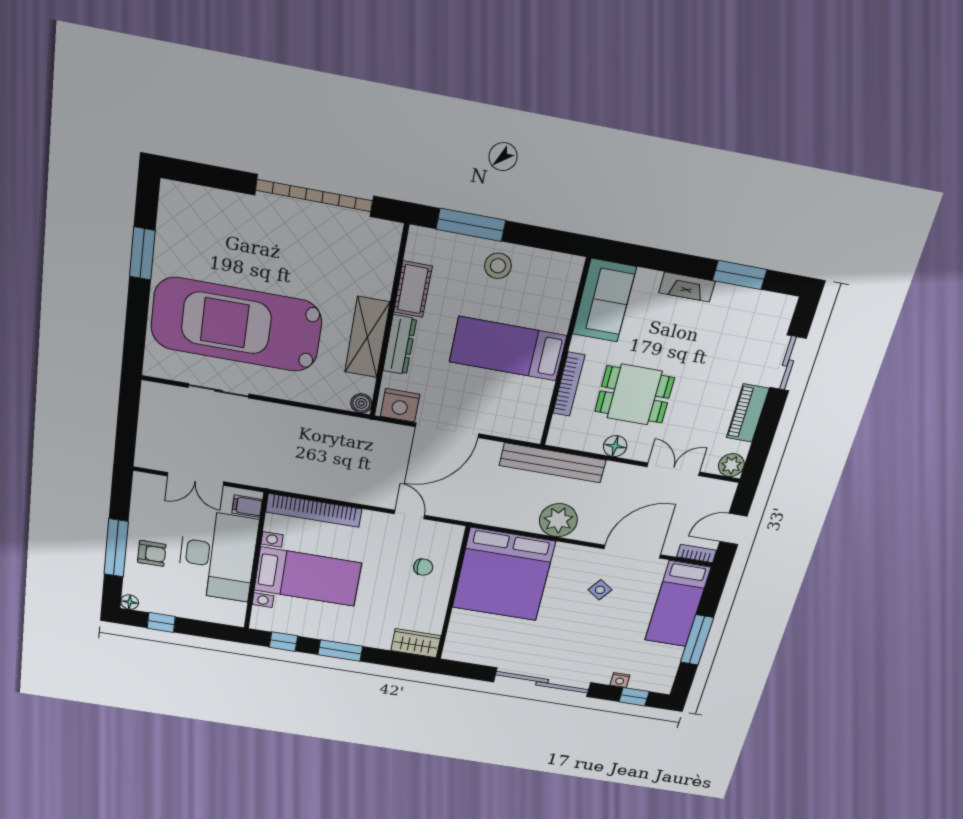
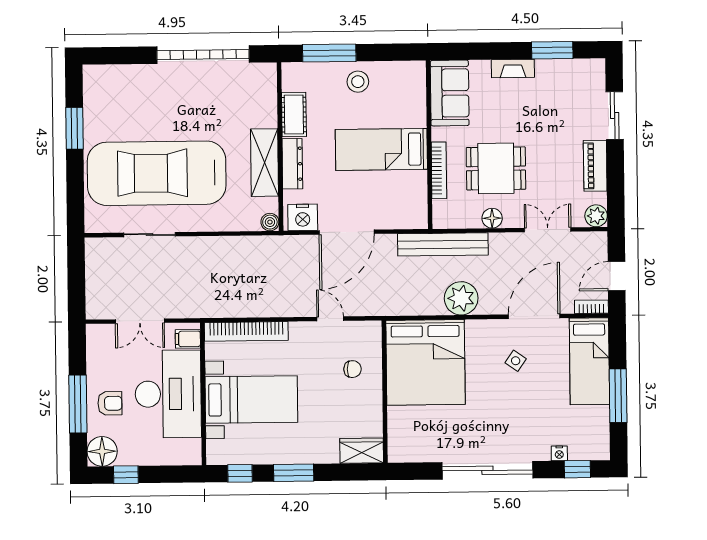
floor lamp: (130, 602) -> (102, 451), width x1.89, depth x1.89

